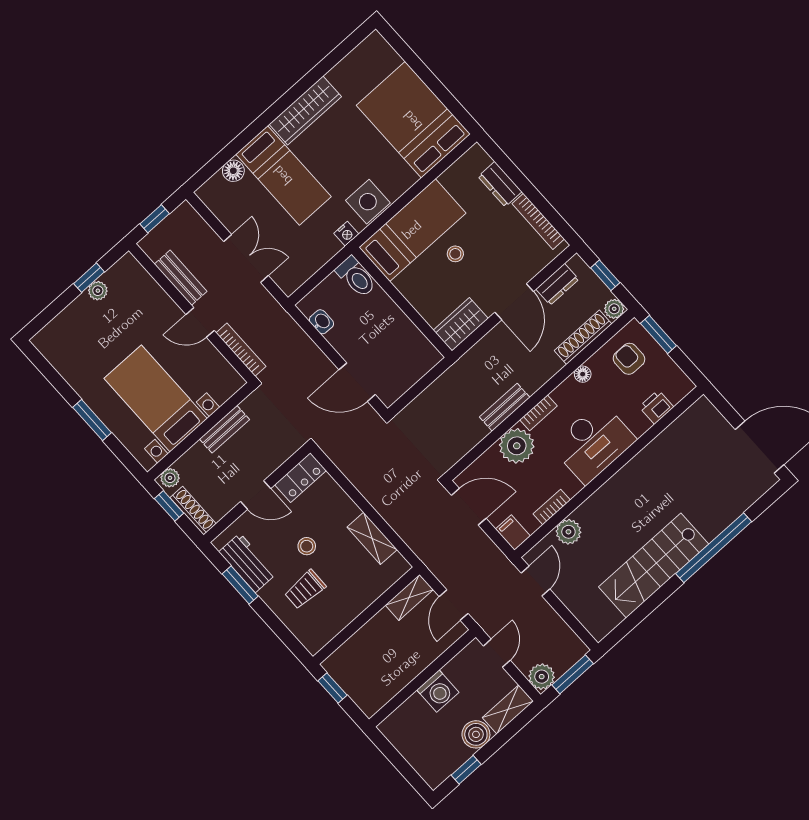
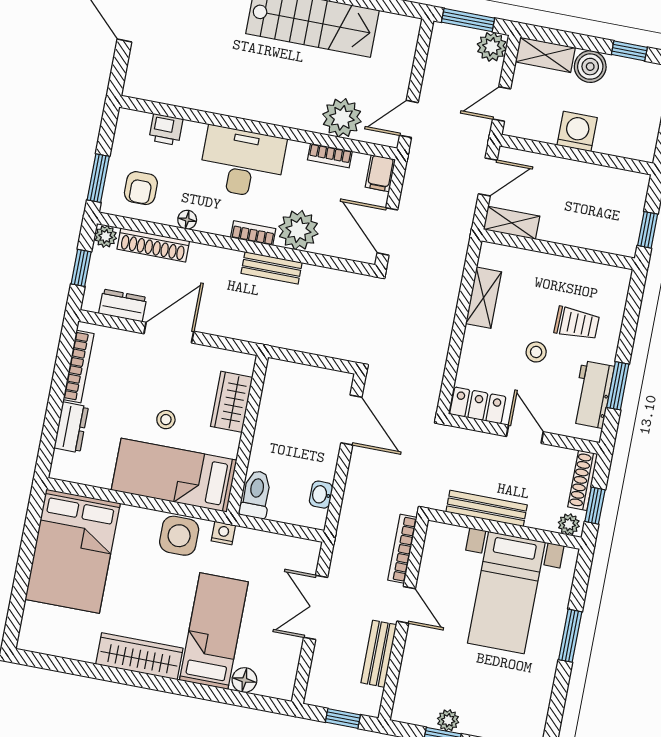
wardrobe: (461, 324) -> (232, 402), moved, turned 90
bench: (224, 429) -> (487, 508), width x1.36
plant: (568, 532) -> (342, 118), width x1.36, depth x1.36

